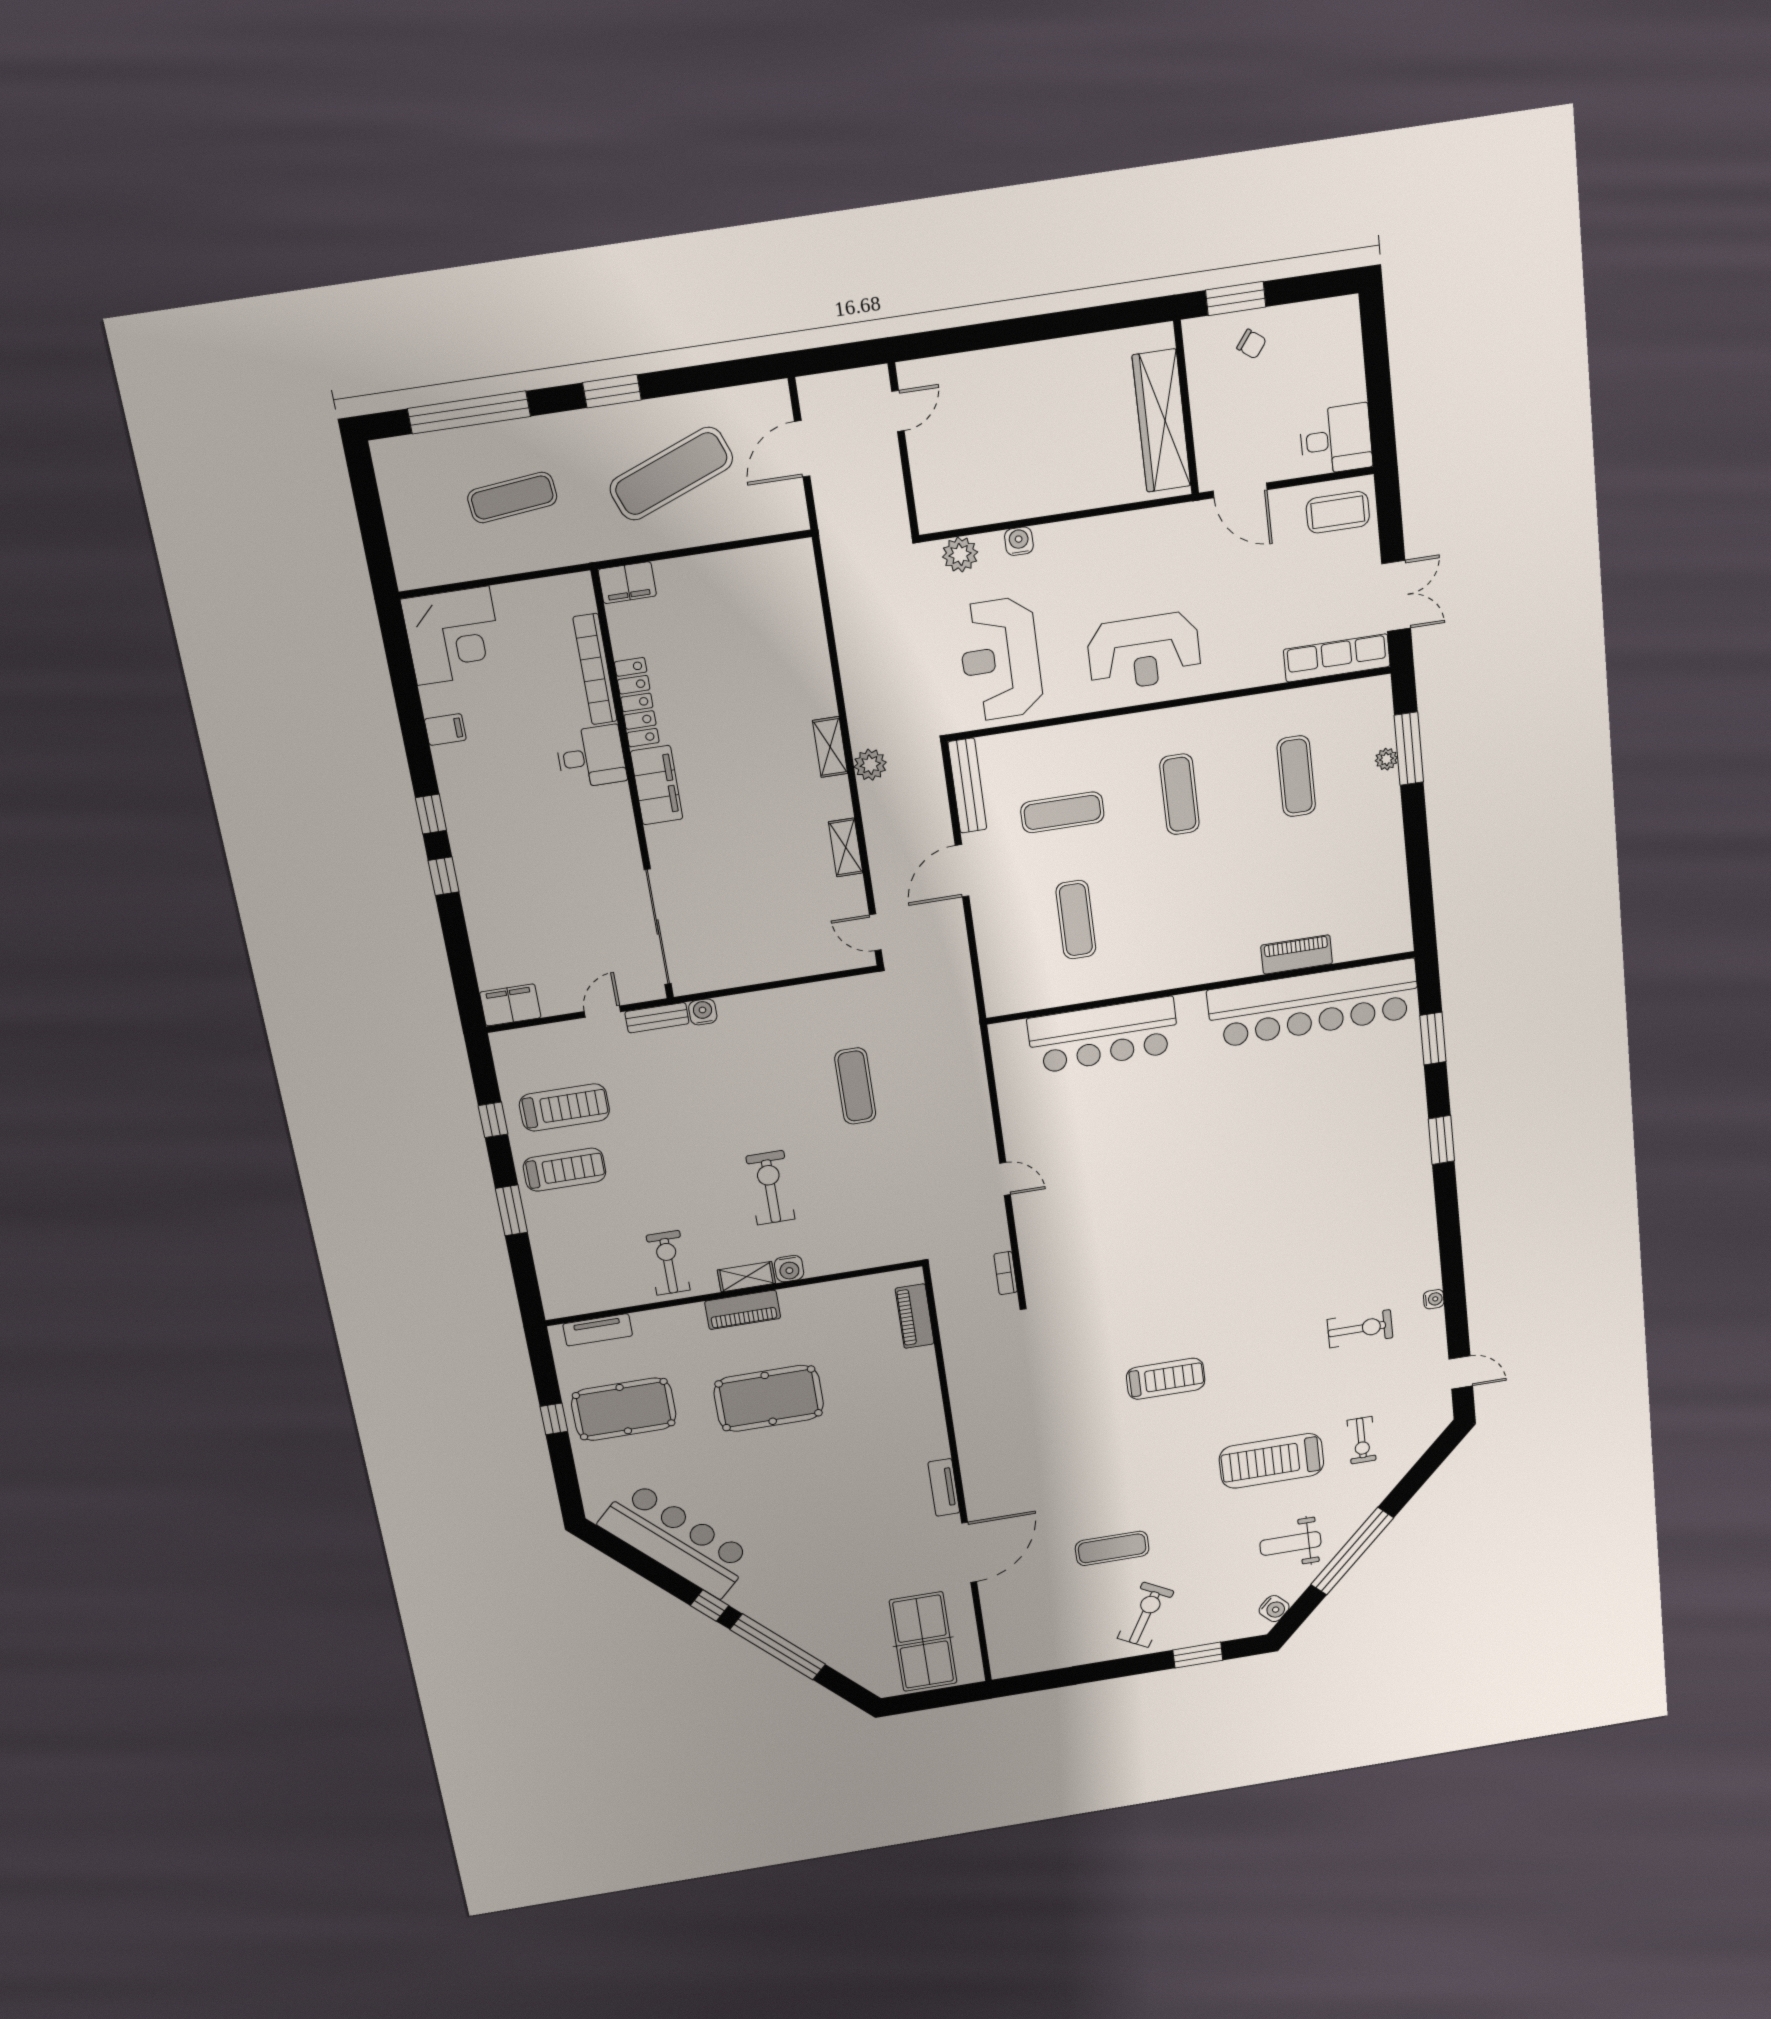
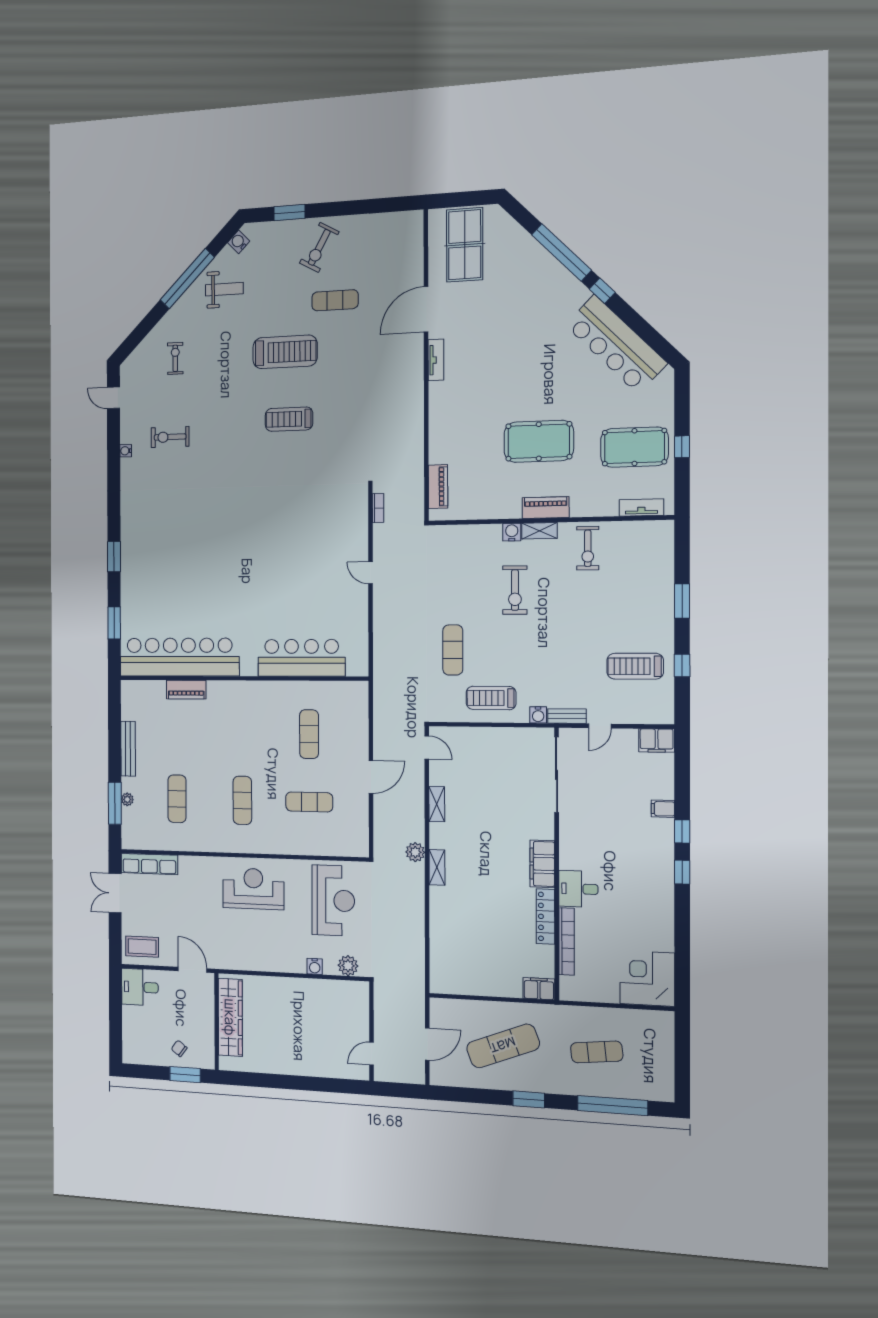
filing cabinet: (445, 730) -> (663, 809), moved
bench: (967, 786) -> (128, 749), moved
treadmill: (565, 1170) -> (491, 698), moved
treadmill: (1272, 1461) -> (285, 352), moved

